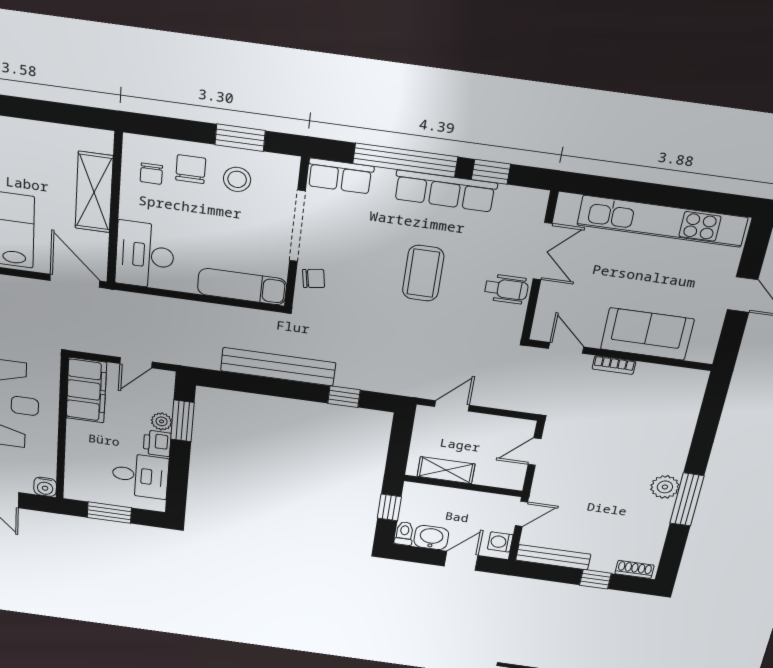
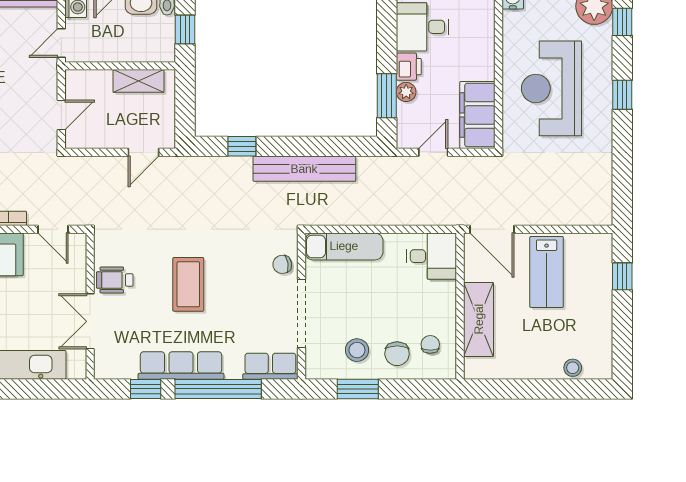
desk: (145, 255) -> (431, 256), width x0.73

